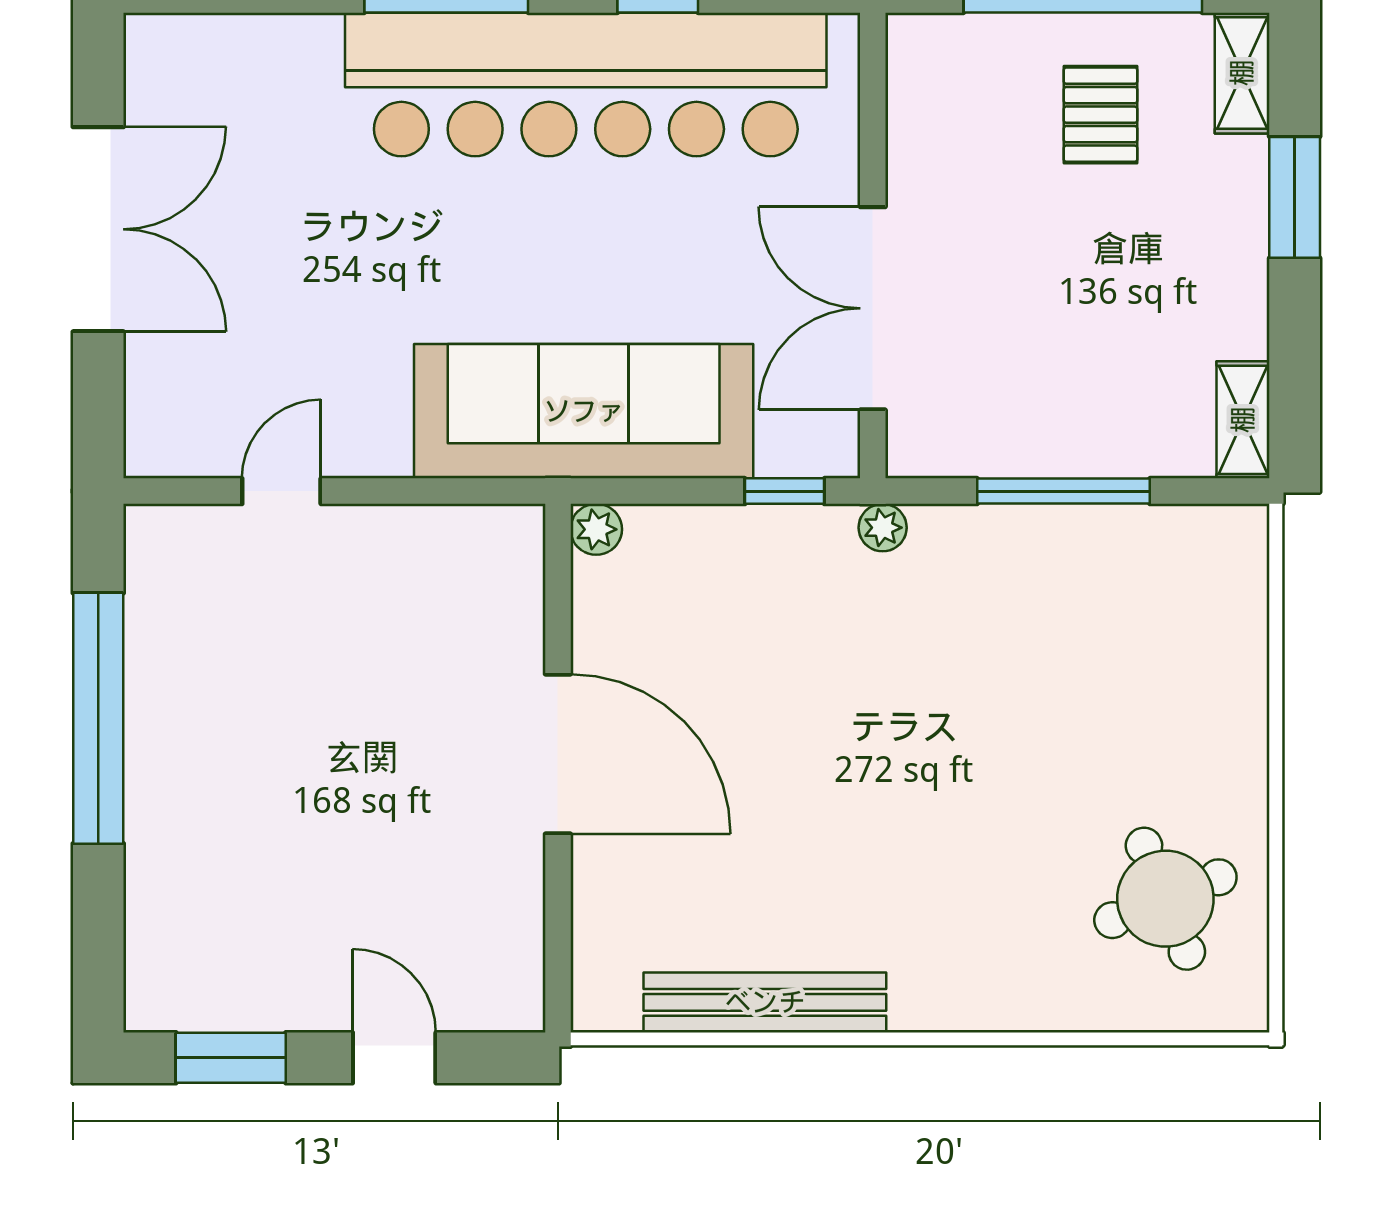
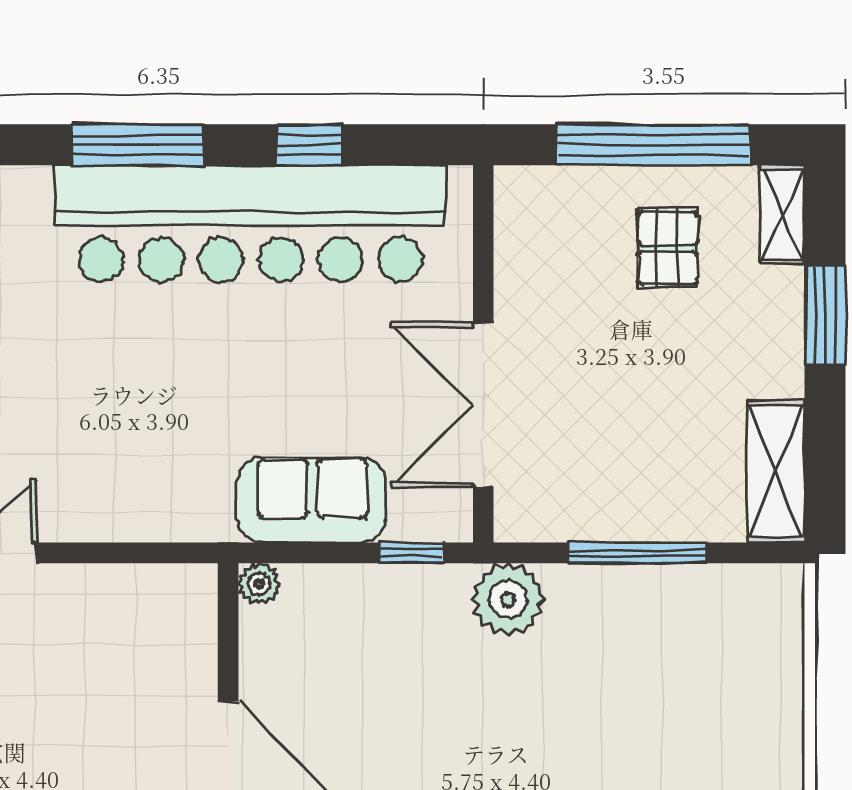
sofa: (584, 411) -> (312, 500), width x0.54, depth x0.79
shelving: (1243, 420) -> (776, 471), width x1.50, depth x1.33
plant: (883, 528) -> (508, 599), width x1.88, depth x1.88

